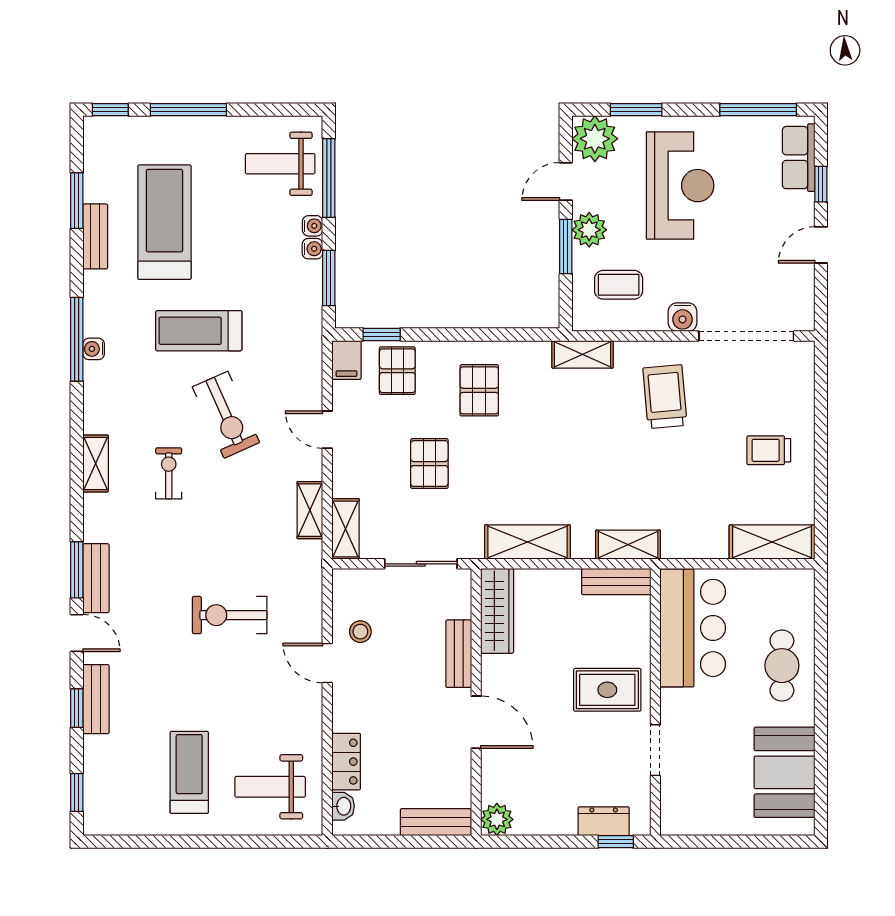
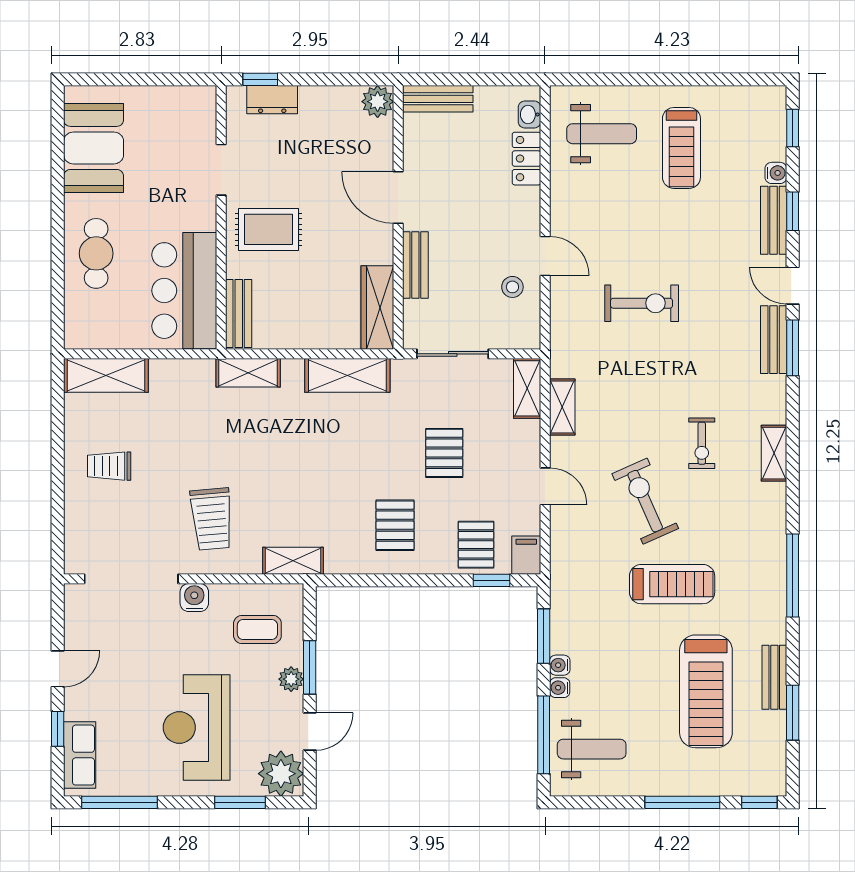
plant: (589, 230) -> (291, 679), width x0.73, depth x0.73
water cooler: (94, 349) -> (776, 173), moved
trolley: (769, 450) -> (109, 466), turned 180
bench: (616, 582) -> (239, 314), moved, turned 90

